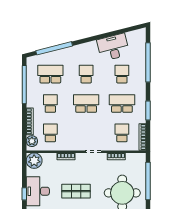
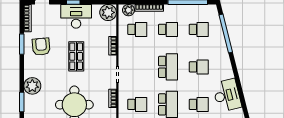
school desk: (50, 74) -> (199, 29), width x0.54

